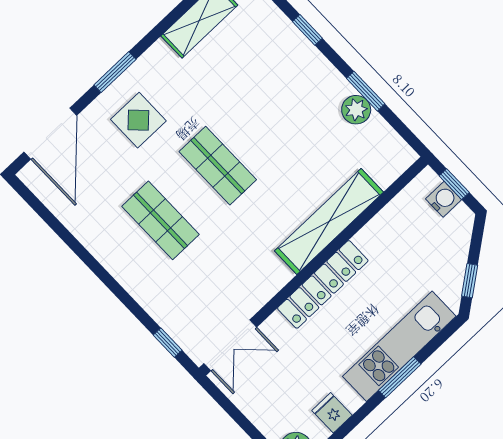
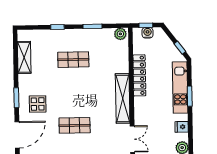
plant: (356, 110) -> (120, 34), moved
door: (50, 134) -> (17, 135), hinge flipped
shop shelf: (218, 166) -> (73, 60), moved
shelving: (329, 222) -> (123, 98), moved
locker: (323, 284) -> (139, 75), moved

